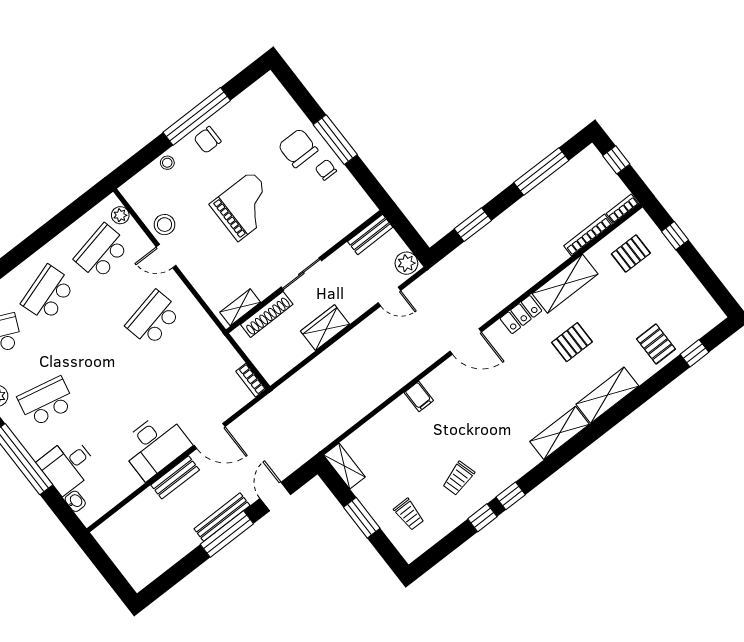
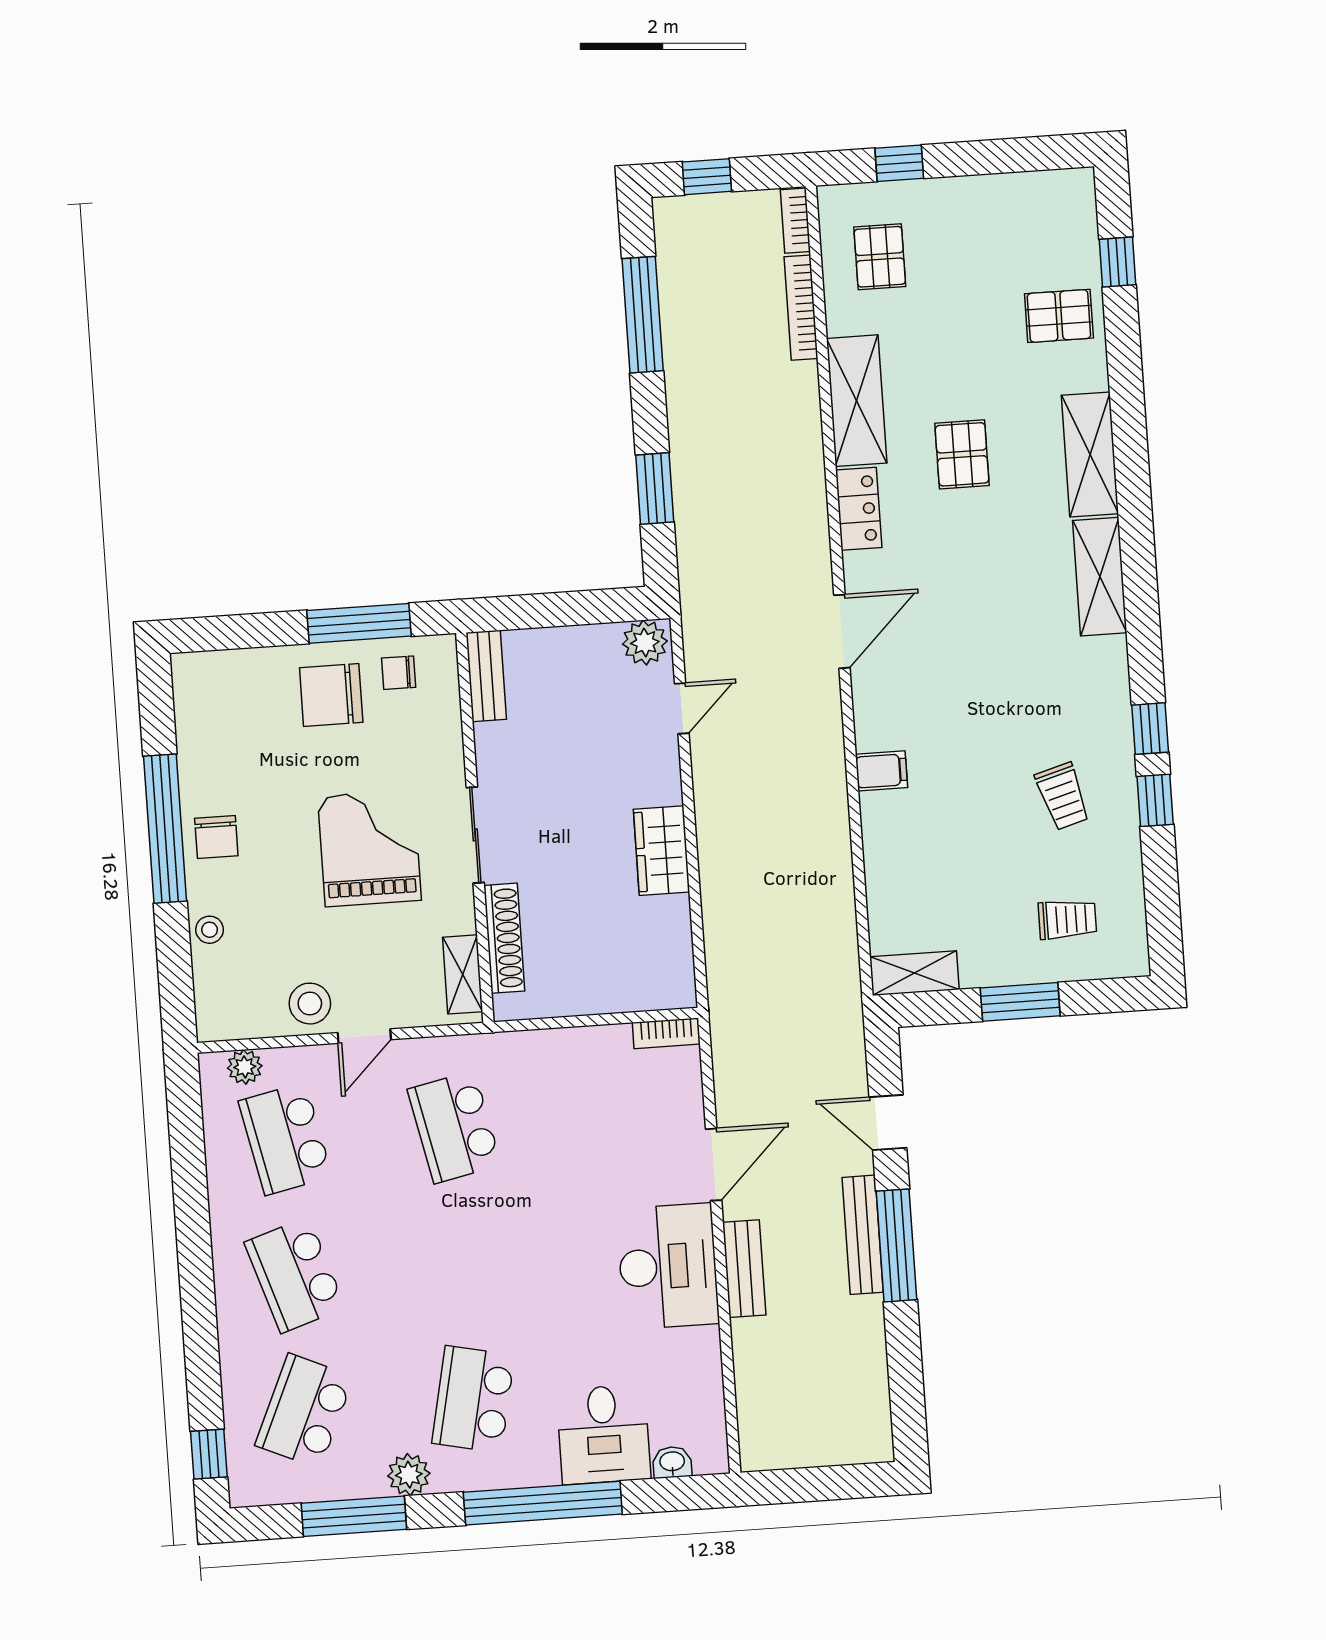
bench: (370, 234) -> (486, 676), moved
wall: (304, 272) -> (475, 828), moved
sliding door: (301, 274) -> (475, 835), moved
shelving: (240, 307) -> (463, 974), moved
shoe rack: (267, 314) -> (504, 938), moved

